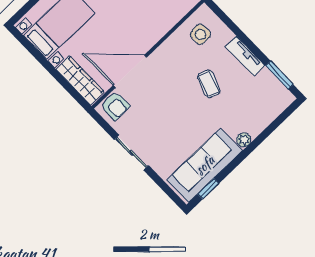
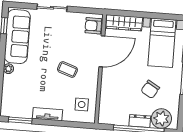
coffee table: (209, 84) -> (67, 69), moved
sliding door: (131, 153) -> (52, 8), moved

